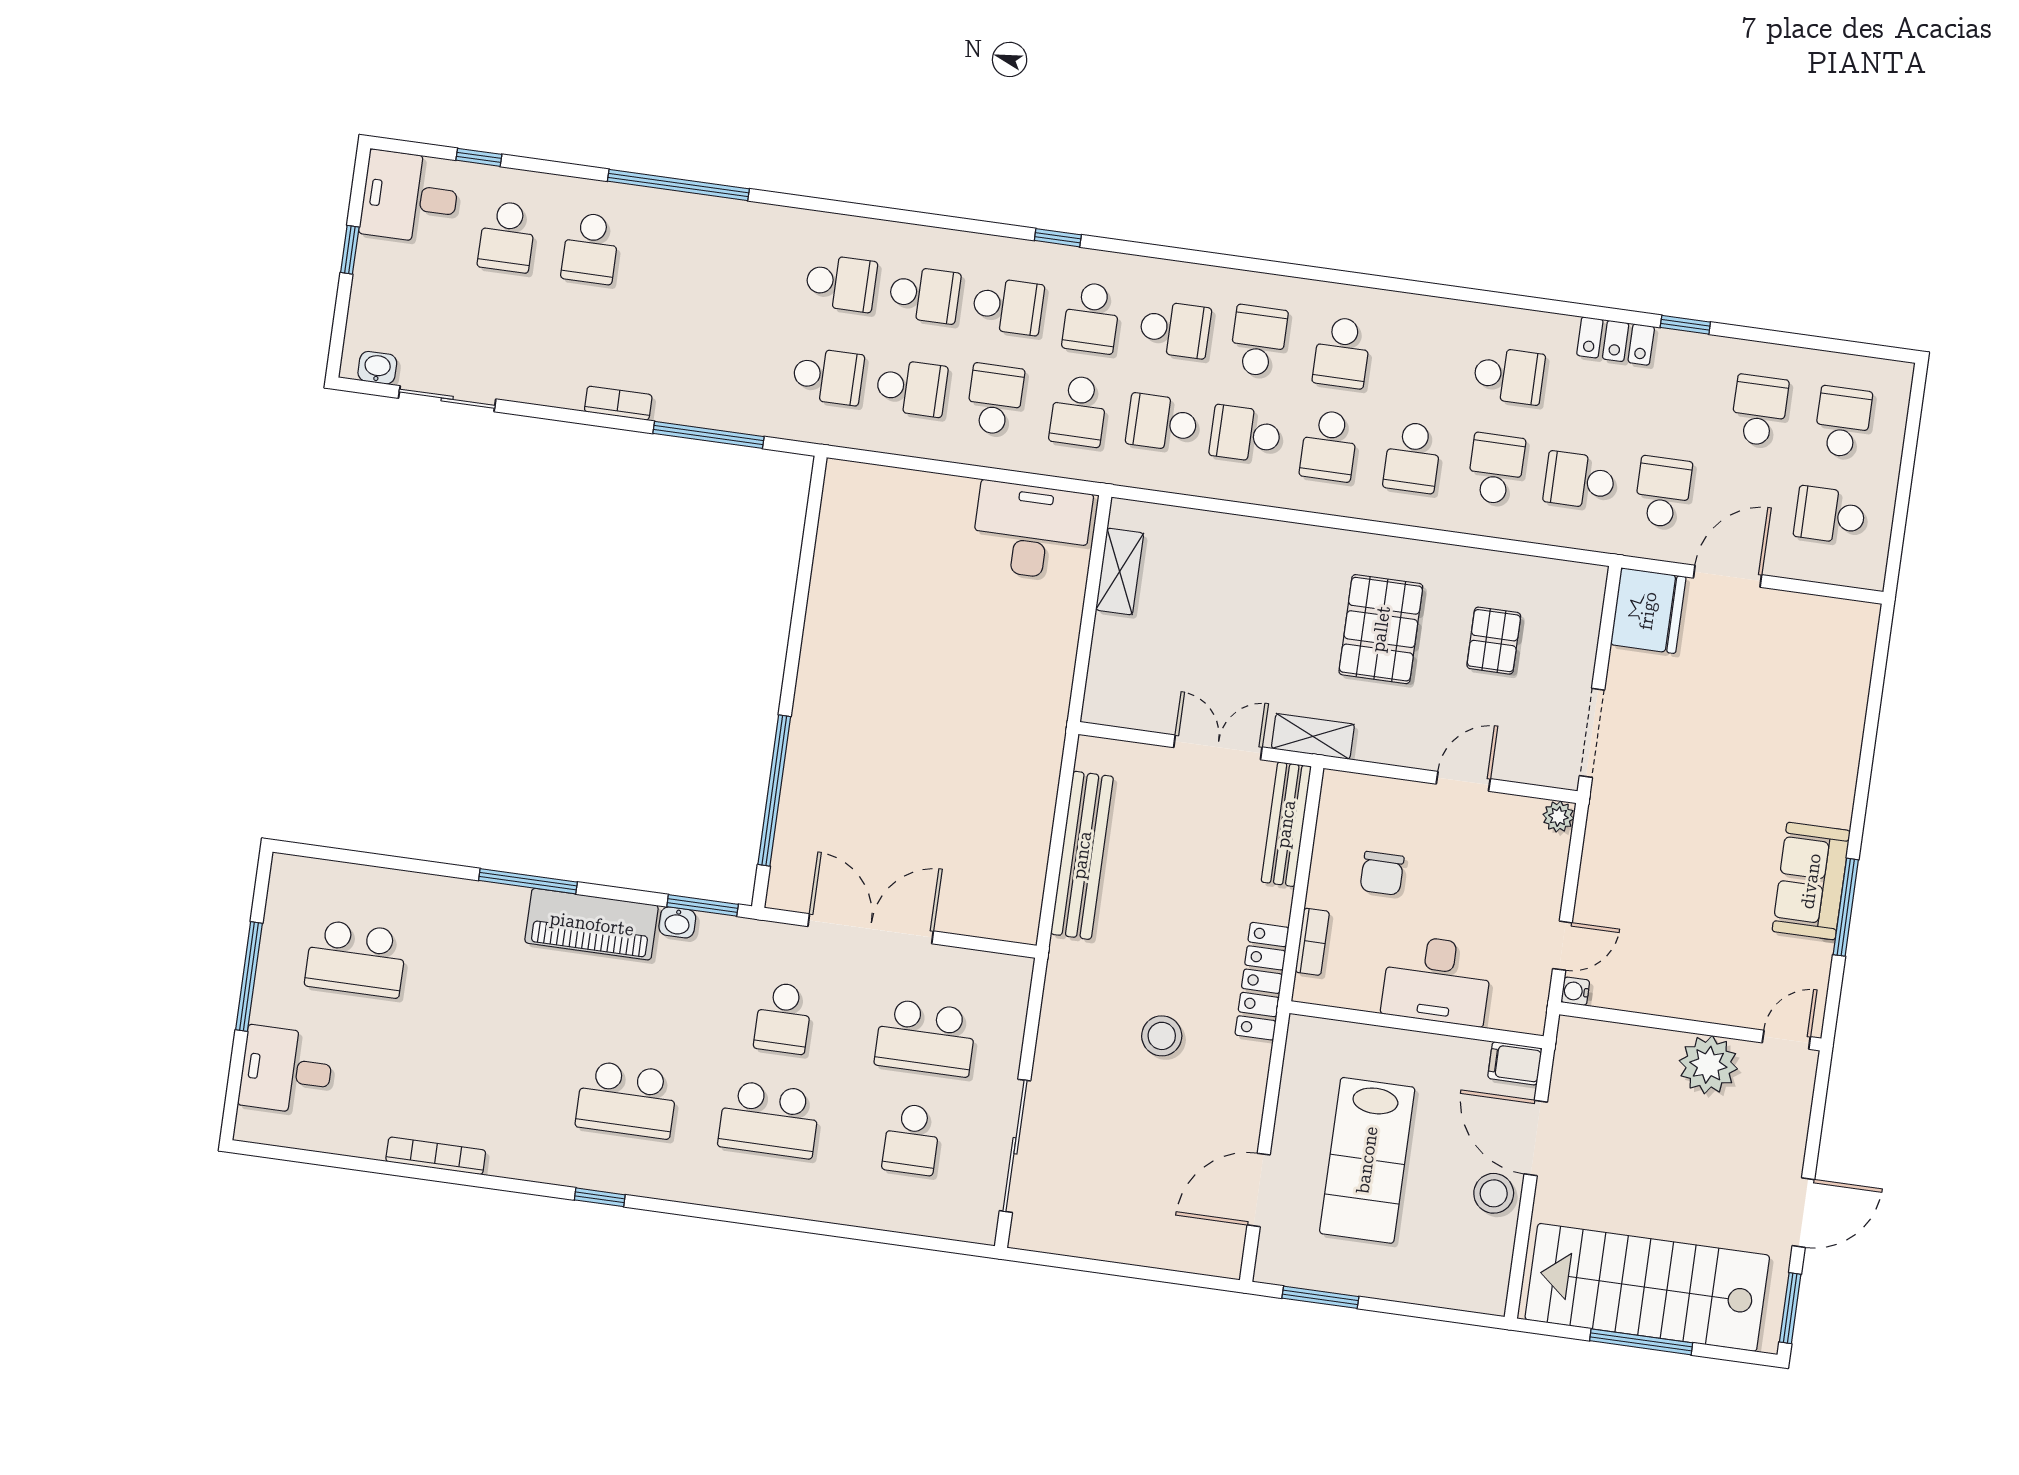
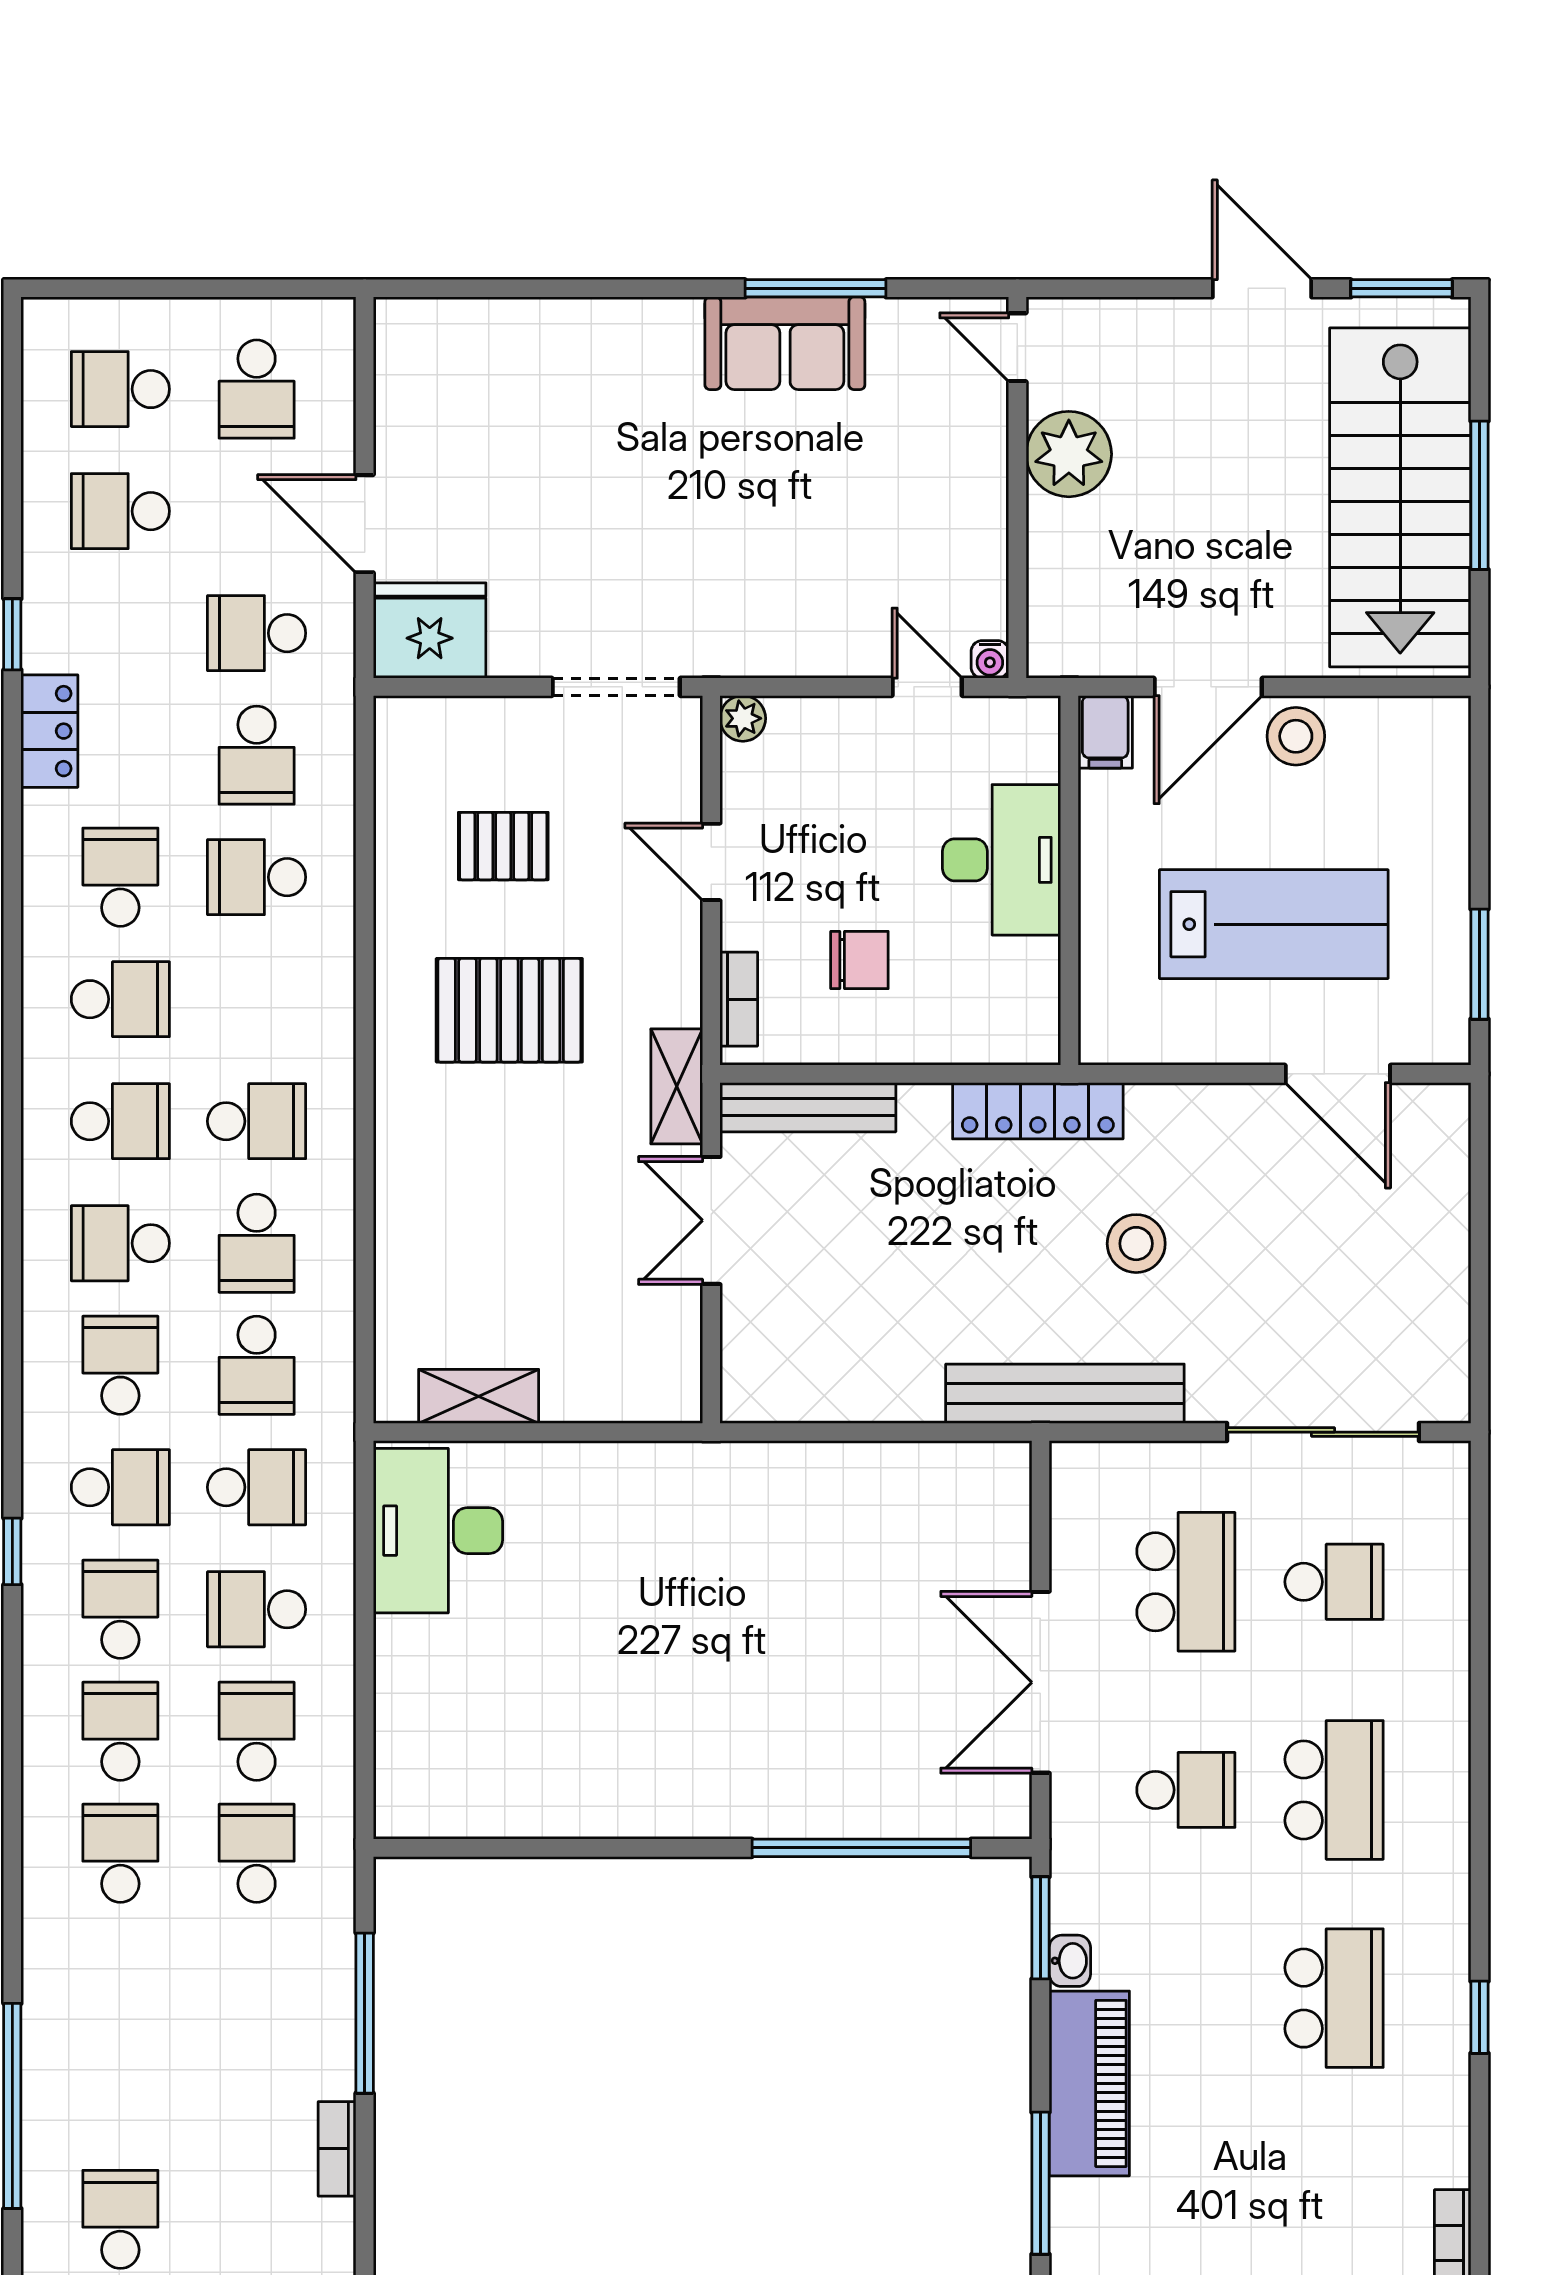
school desk: (590, 248) -> (120, 2219), turned -90
school desk: (1412, 457) -> (120, 999), moved
bench: (1082, 855) -> (1065, 1394), moved
bookcase: (1312, 942) -> (739, 999), moved, turned 90

